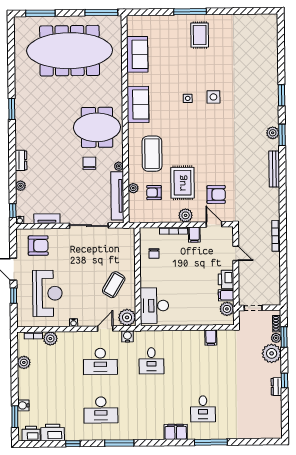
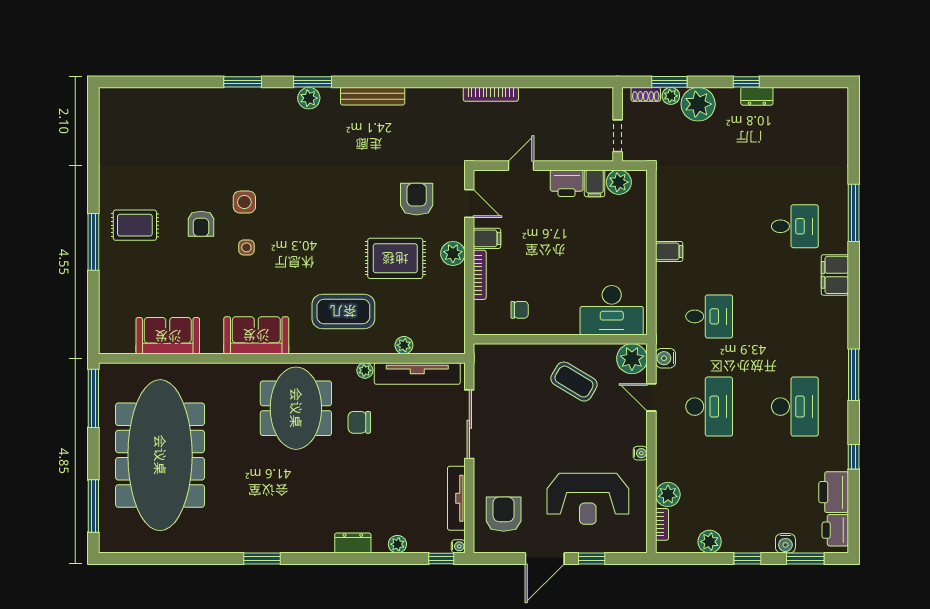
armchair: (154, 193) -> (201, 224), moved
tv unit: (47, 219) -> (456, 498), width x1.41
door: (214, 224) -> (469, 203), swing flipped
reception desk: (47, 293) -> (588, 499), turned 180
filing cabinet: (211, 338) -> (669, 251), moved
window: (15, 384) -> (747, 558), added

